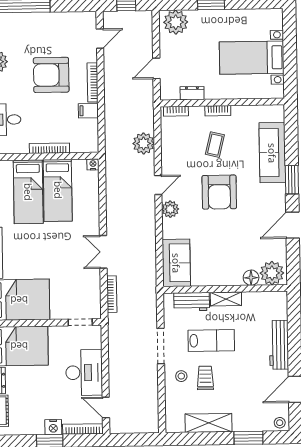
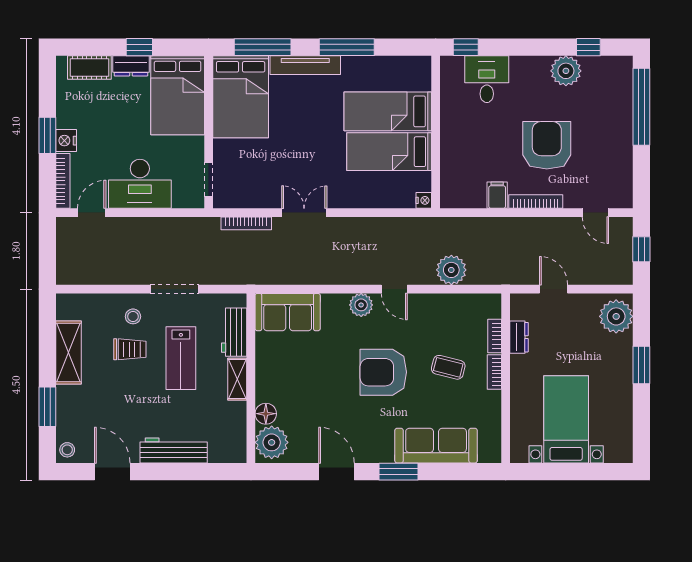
bookcase: (176, 111) -> (495, 336), moved
bookcase: (49, 148) -> (447, 141), removed

